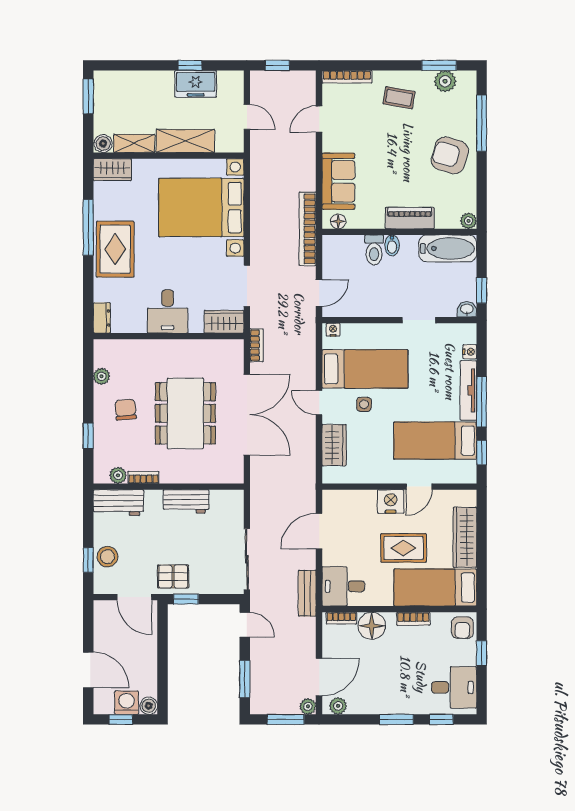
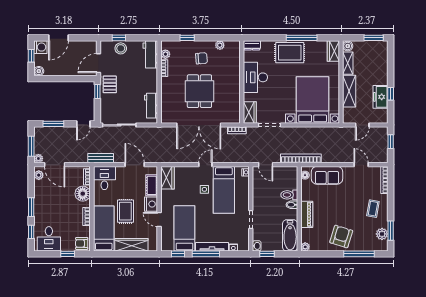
desk: (168, 311) -> (255, 77), width x1.37
dining table: (185, 413) -> (199, 91), width x0.73
wardrobe: (334, 445) -> (167, 178), moved, turned -90
cot: (357, 500) -> (152, 185), added
workbench: (186, 501) -> (151, 106), moved
washing machine: (127, 703) -> (40, 47), moved

